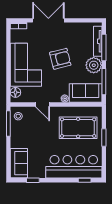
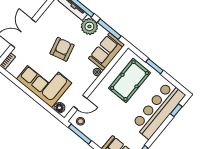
door: (43, 104) -> (80, 102), moved

